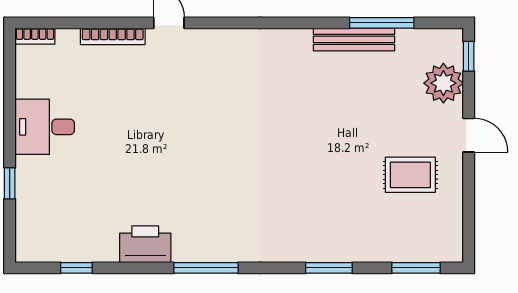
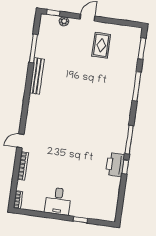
bench: (354, 39) -> (37, 76), moved
plant: (443, 83) -> (64, 21), width x0.53, depth x0.53
window: (76, 268) -> (125, 167), moved
window: (329, 268) -> (137, 86), width x1.44

